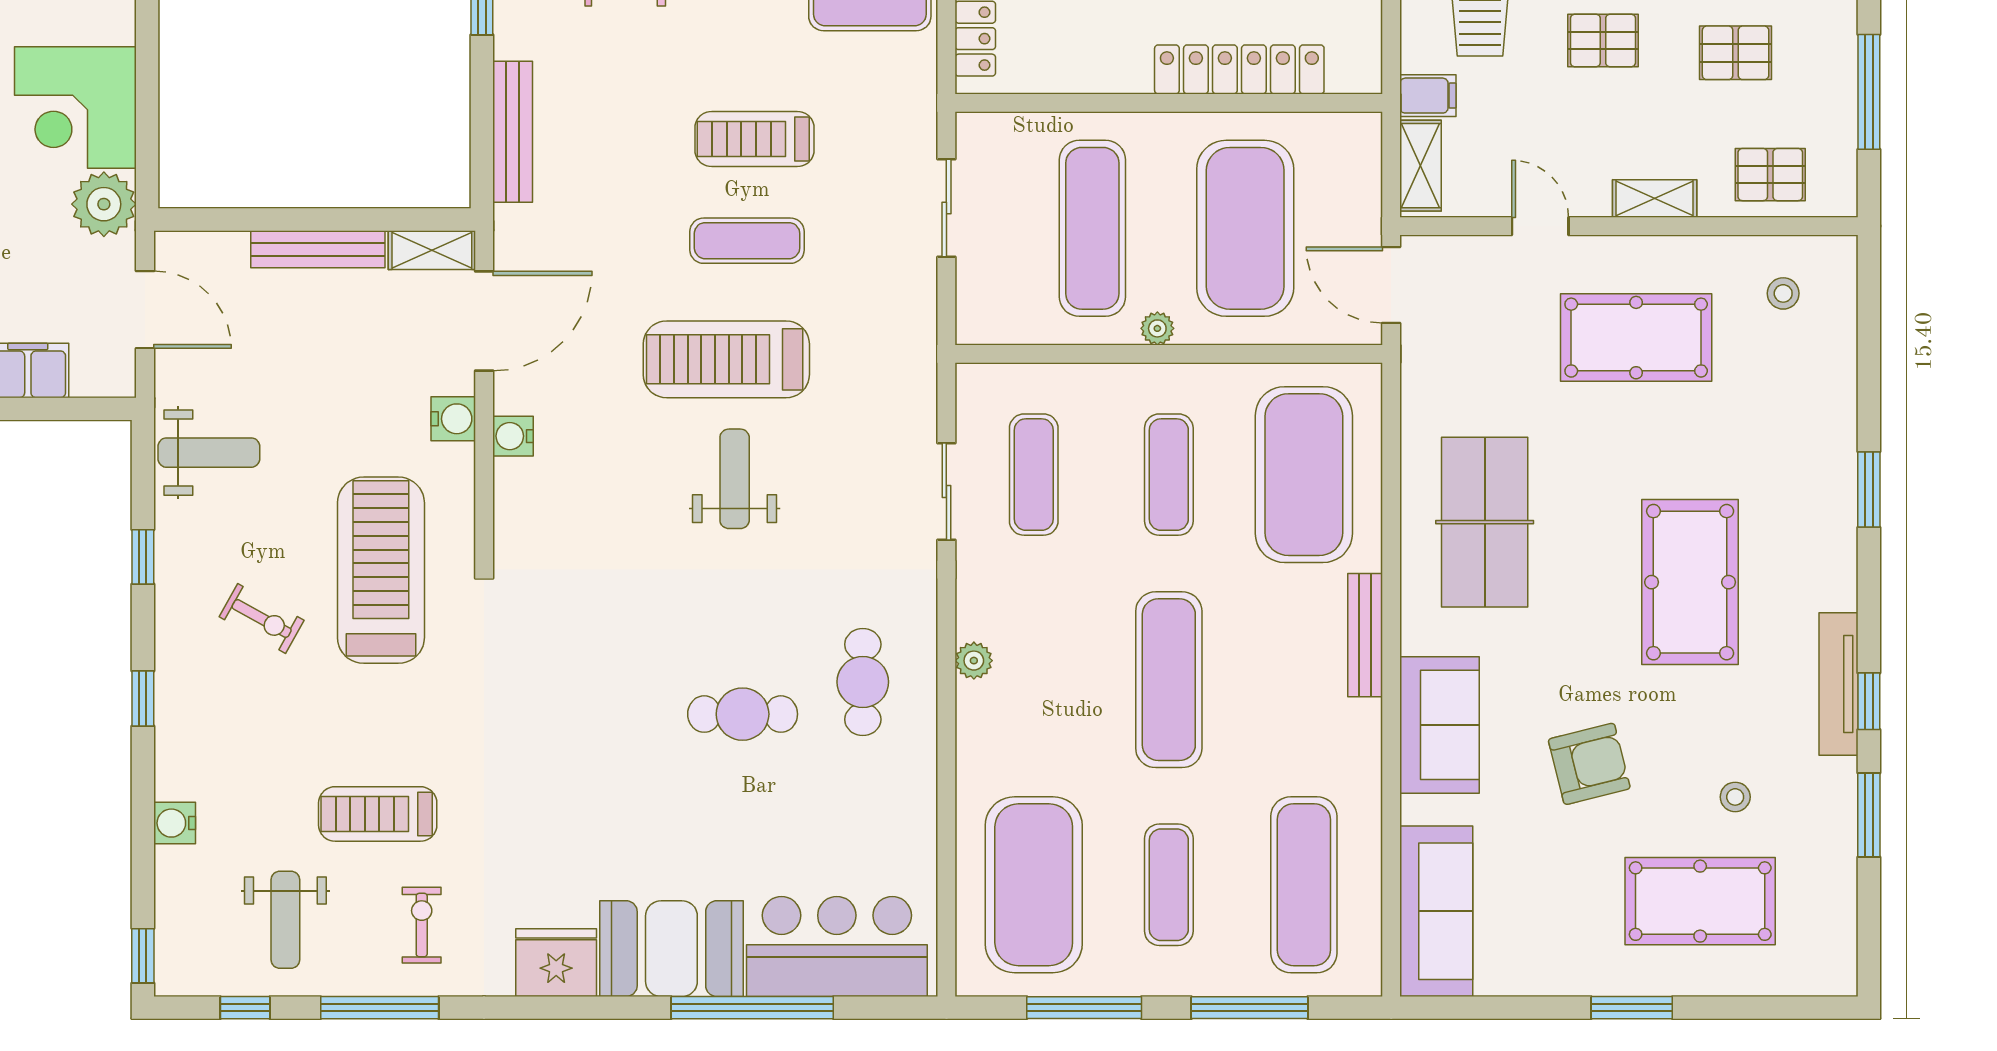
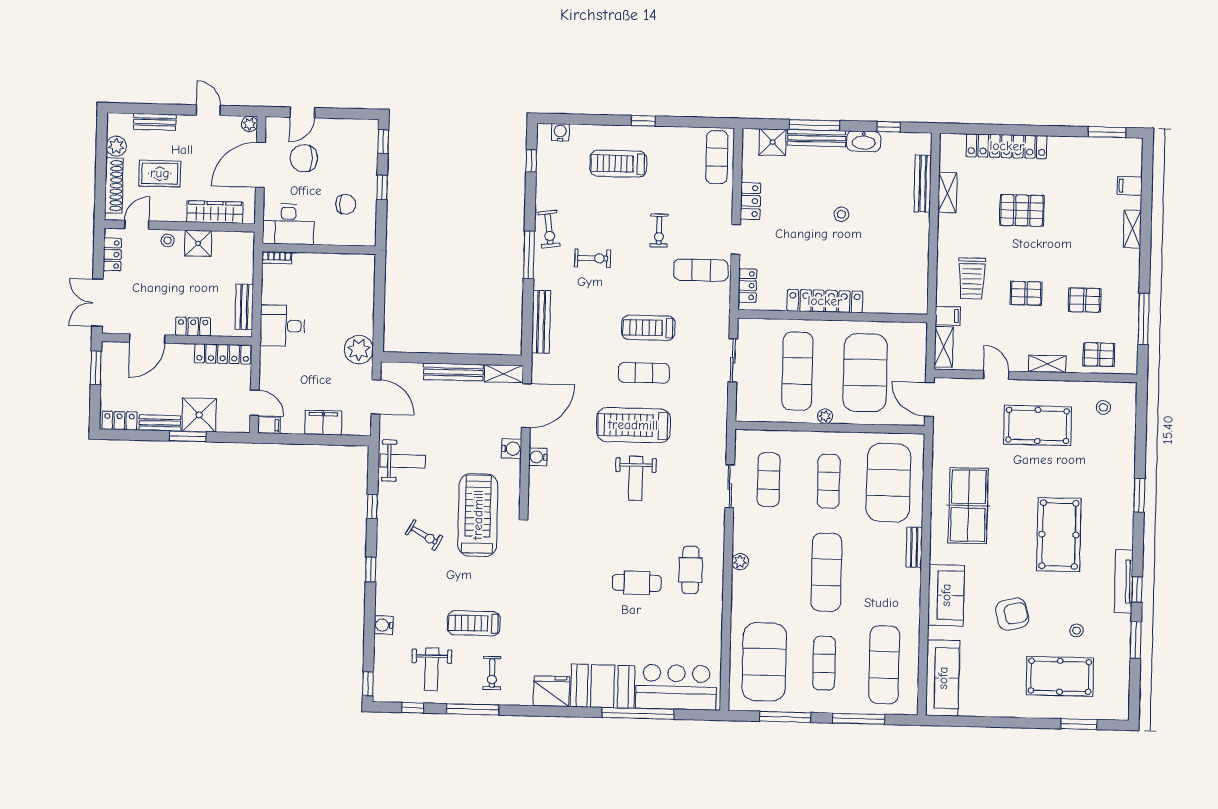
locker: (1239, 69) -> (825, 301), moved
corner desk: (75, 107) -> (347, 306), removed
weight bench: (735, 479) -> (636, 478), turned 180
bench: (1365, 635) -> (914, 547), width x0.73
exercise bike: (422, 925) -> (492, 673), turned 180
window: (1632, 1008) -> (1079, 724), moved

